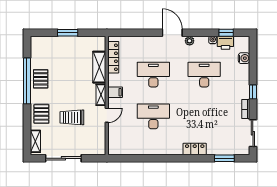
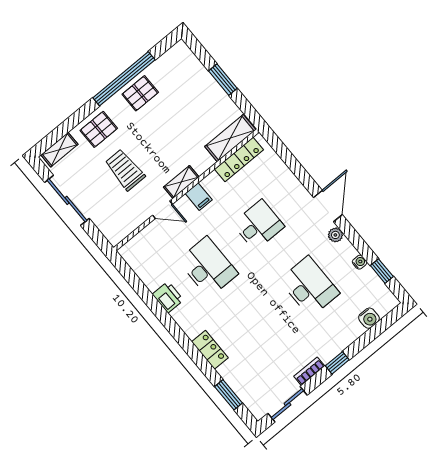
printer: (225, 43) -> (168, 297), moved, turned 180
shelving: (99, 67) -> (230, 138), moved
desk: (153, 75) -> (258, 225), width x0.73

